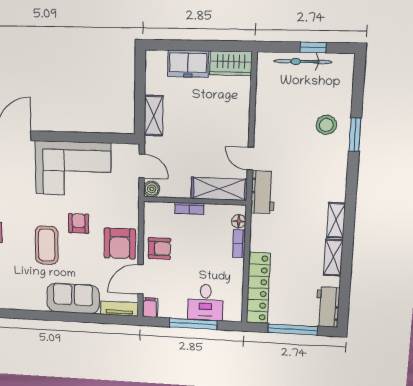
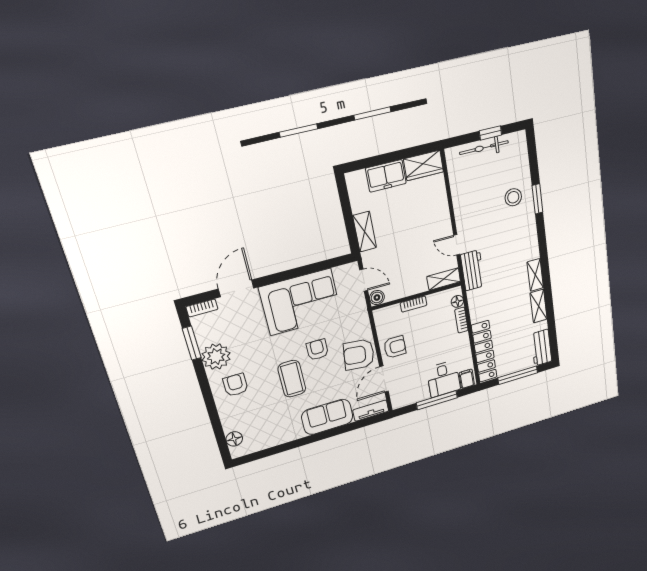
shelving: (219, 189) -> (444, 279), width x0.67, depth x0.75
armchair: (120, 243) -> (359, 355), turned 96
filing cabinet: (150, 307) -> (467, 379), moved

